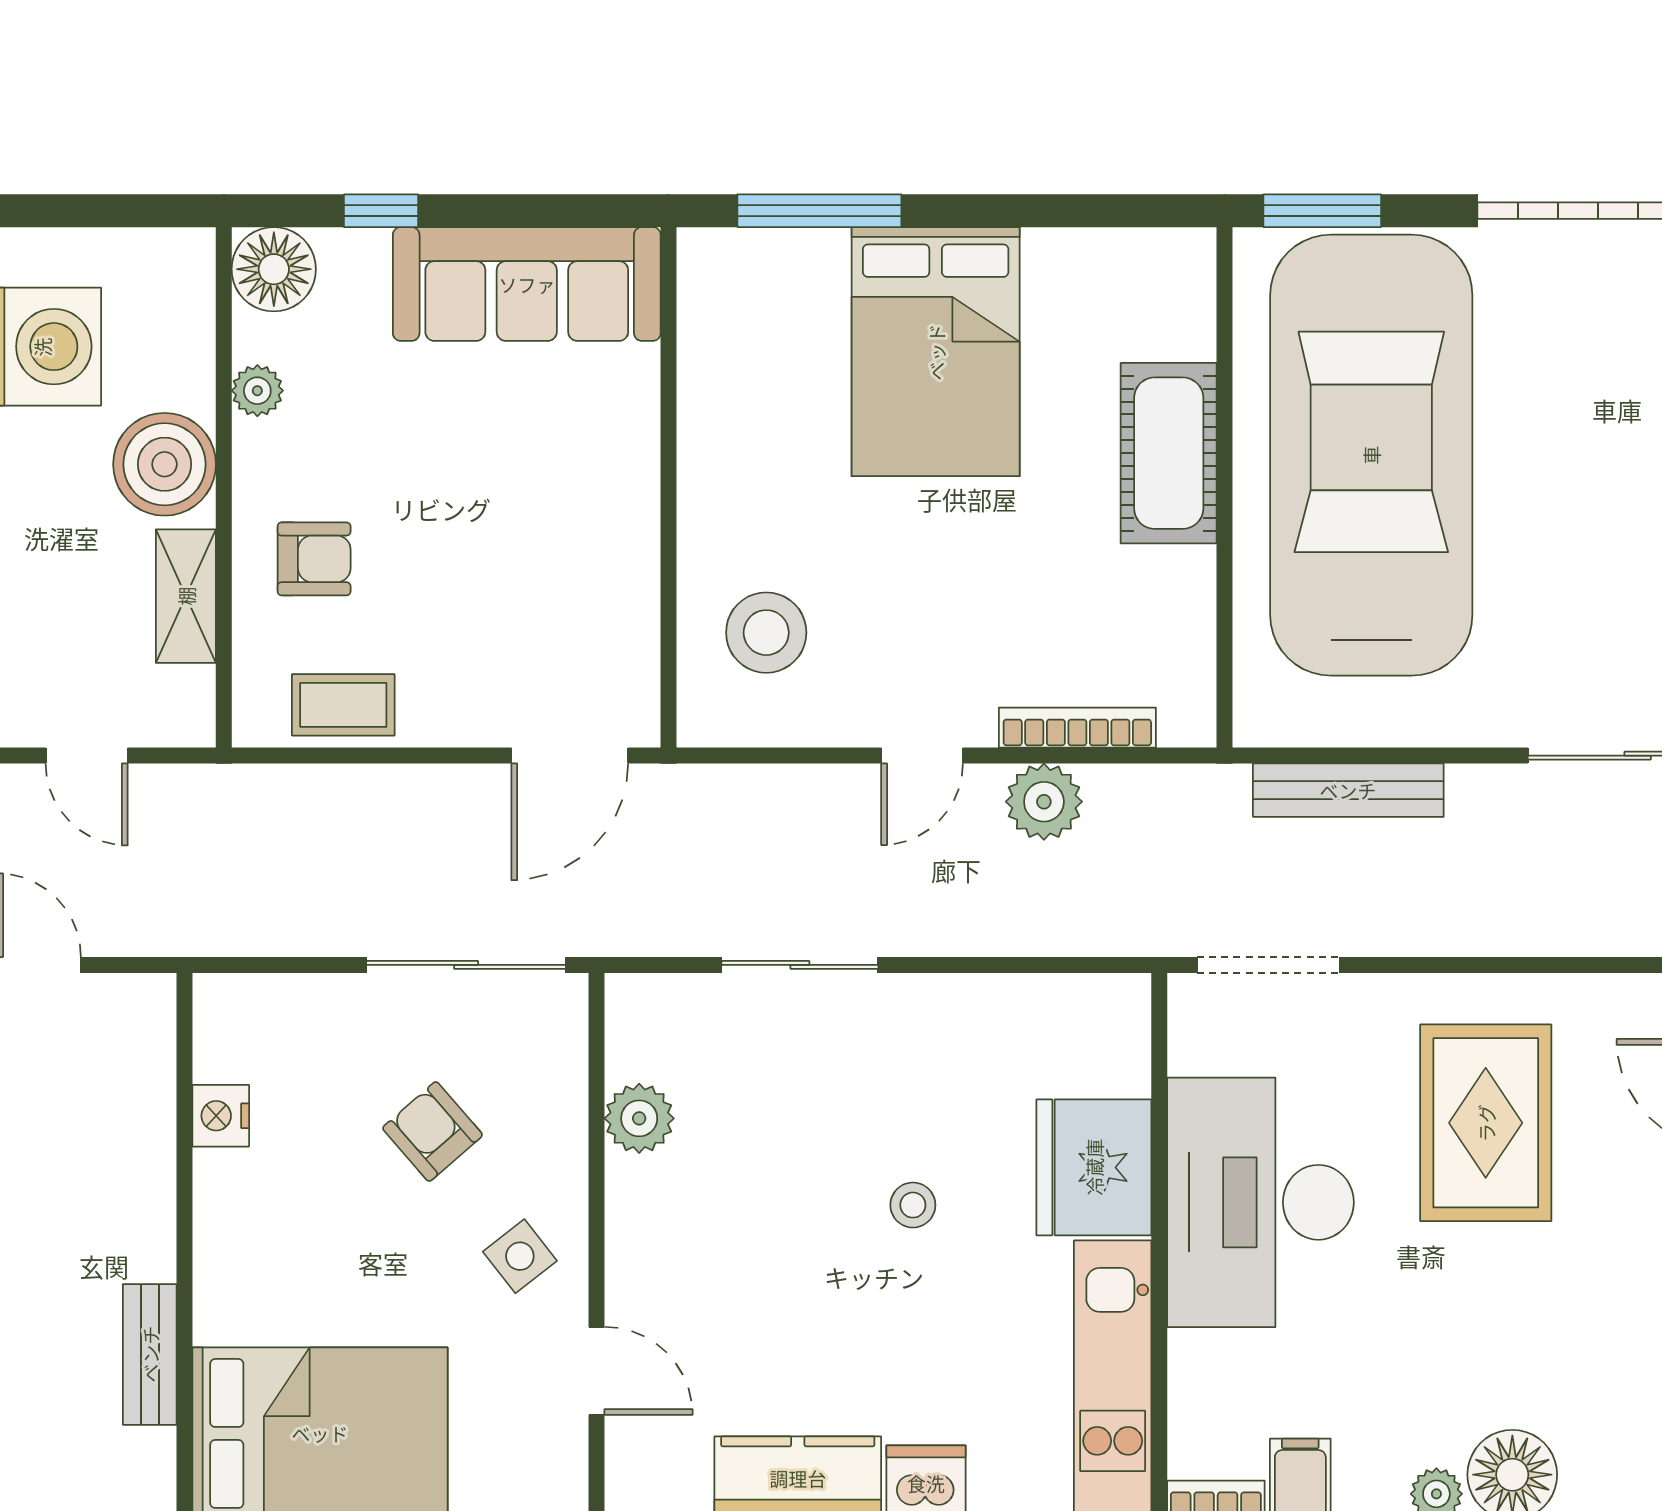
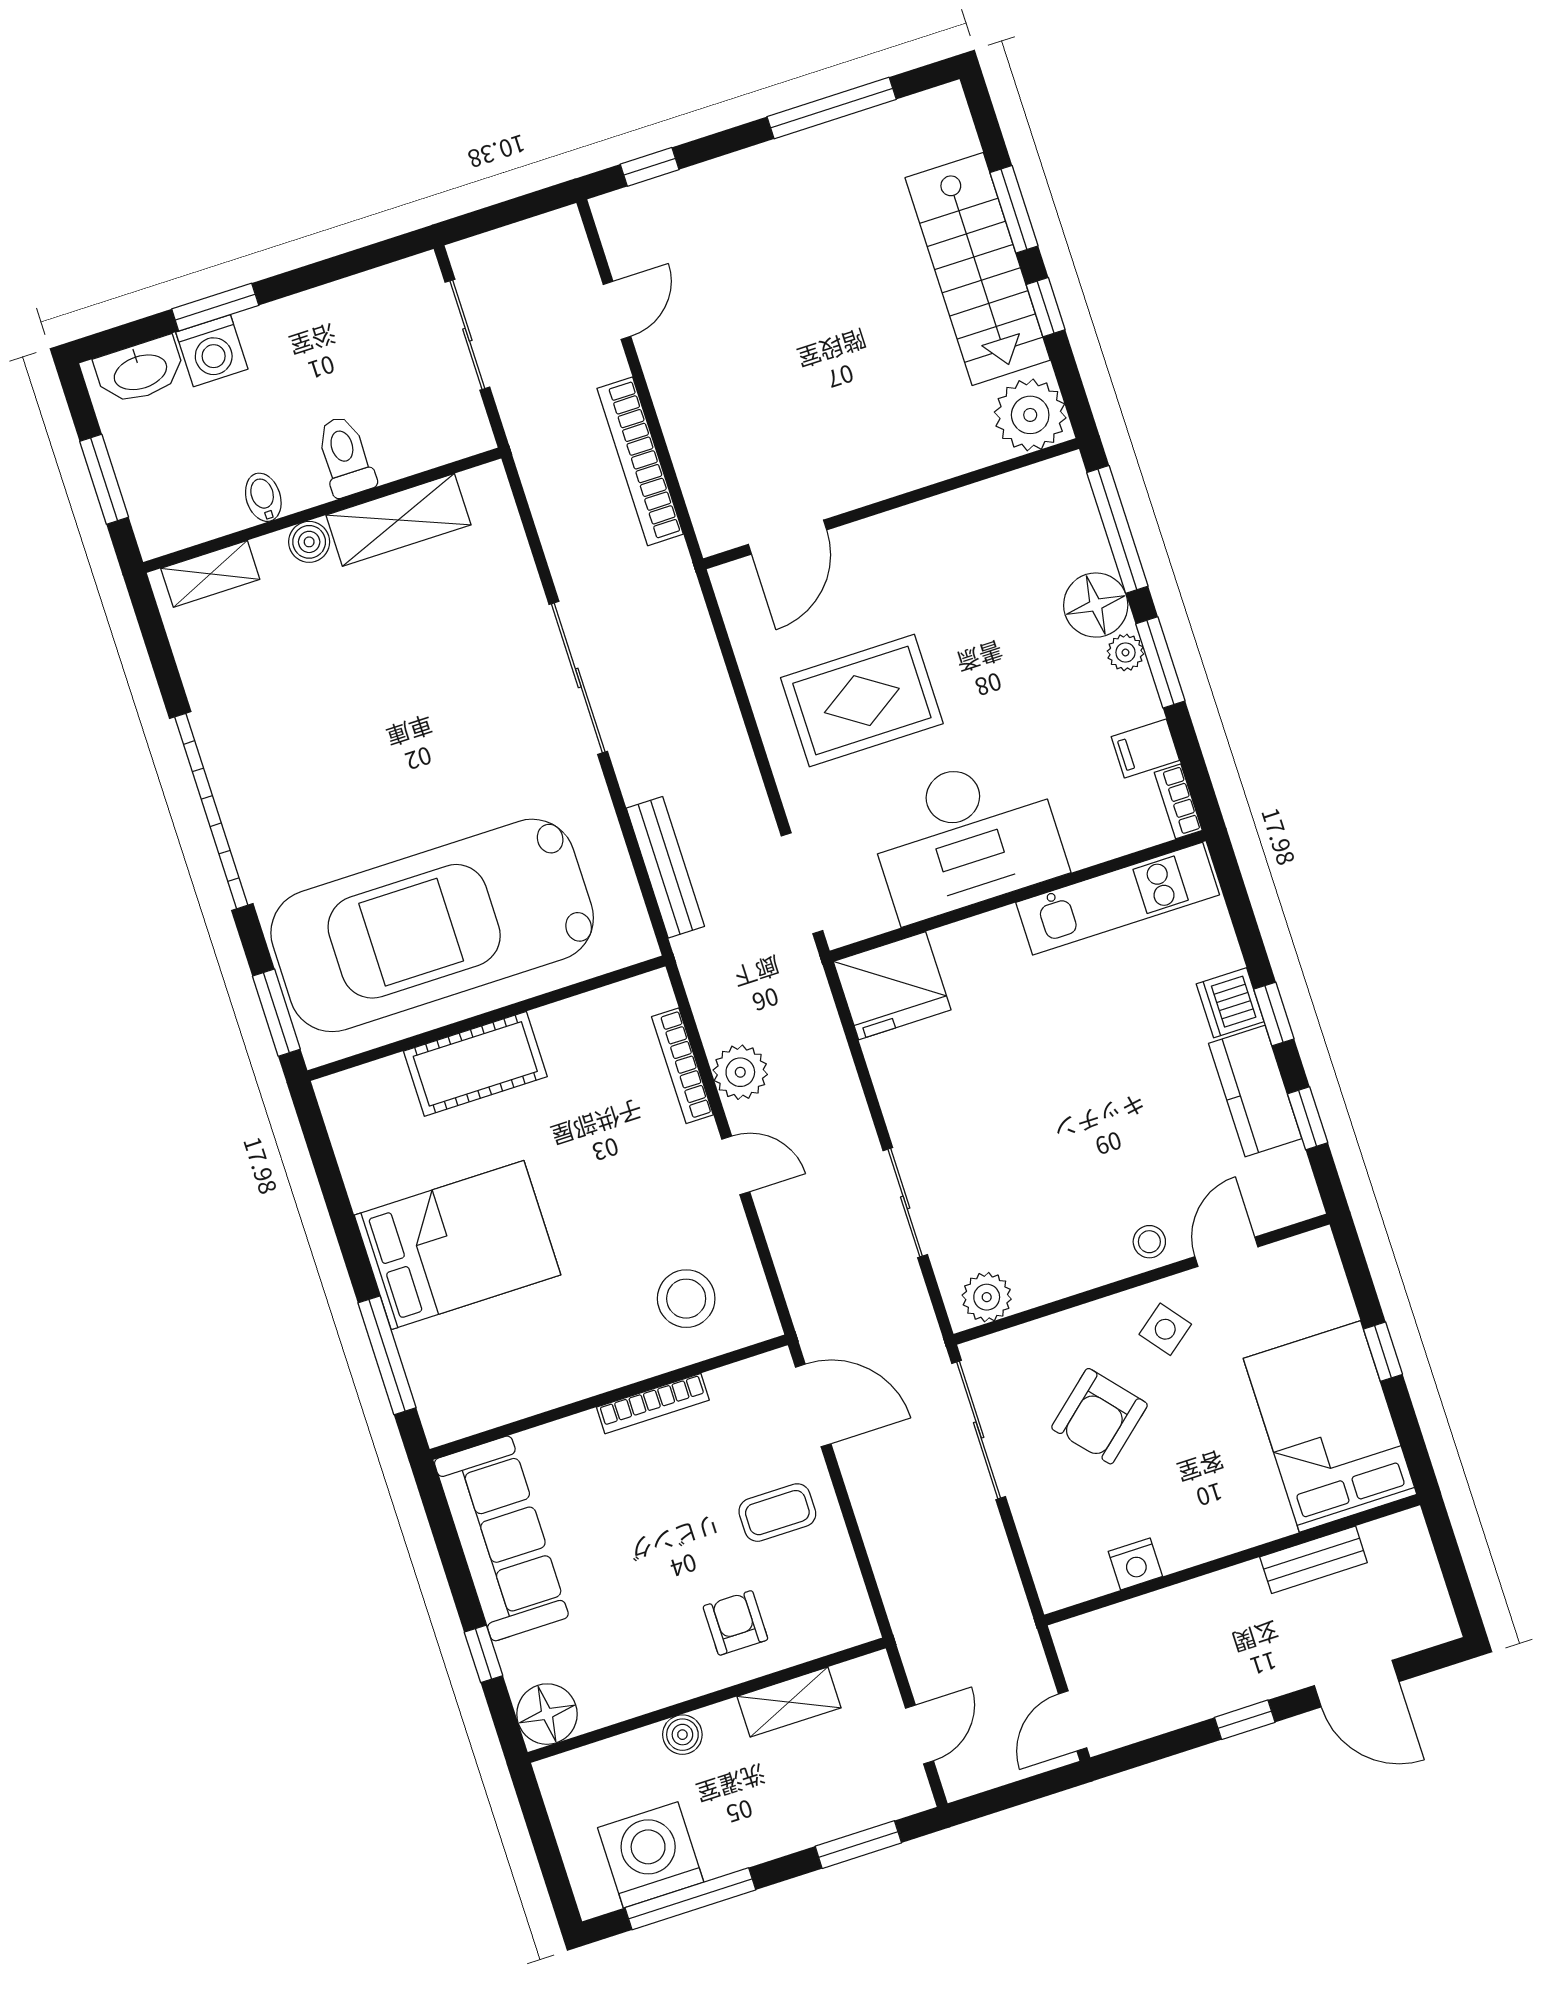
plant: (257, 391) -> (633, 1699), removed
boiler: (165, 464) -> (682, 1735), width x0.54, depth x0.54
bookcase: (641, 543) -> (653, 1404), added
coffee table: (343, 705) -> (777, 1513), moved, turned 90
plant: (639, 1118) -> (987, 1297), moved
armchair: (433, 1131) -> (1099, 1416), width x1.38, depth x1.38
fridge: (1094, 1167) -> (892, 986), moved
stool: (913, 1205) -> (1149, 1242), moved

